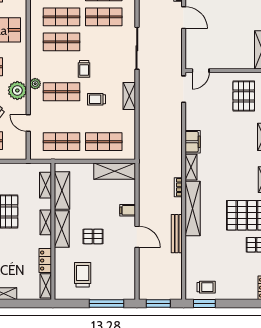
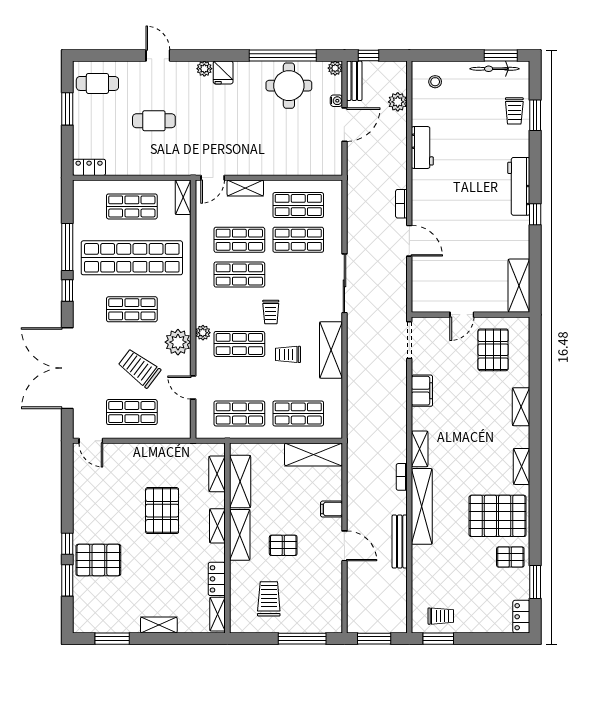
door: (201, 71) -> (462, 315), moved
shelving: (129, 96) -> (331, 350), width x1.50, depth x1.33
filing cabinet: (193, 142) -> (422, 391), moved

